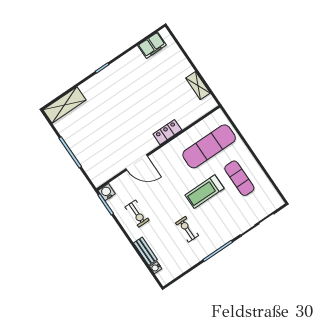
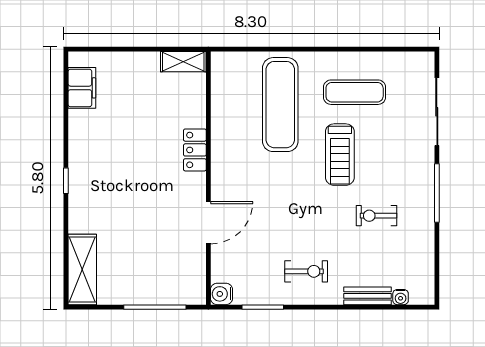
locker: (167, 132) -> (195, 150), moved
wall: (158, 148) -> (208, 178), moved
door: (137, 162) -> (208, 223), moved
water cooler: (107, 192) -> (222, 294), moved

